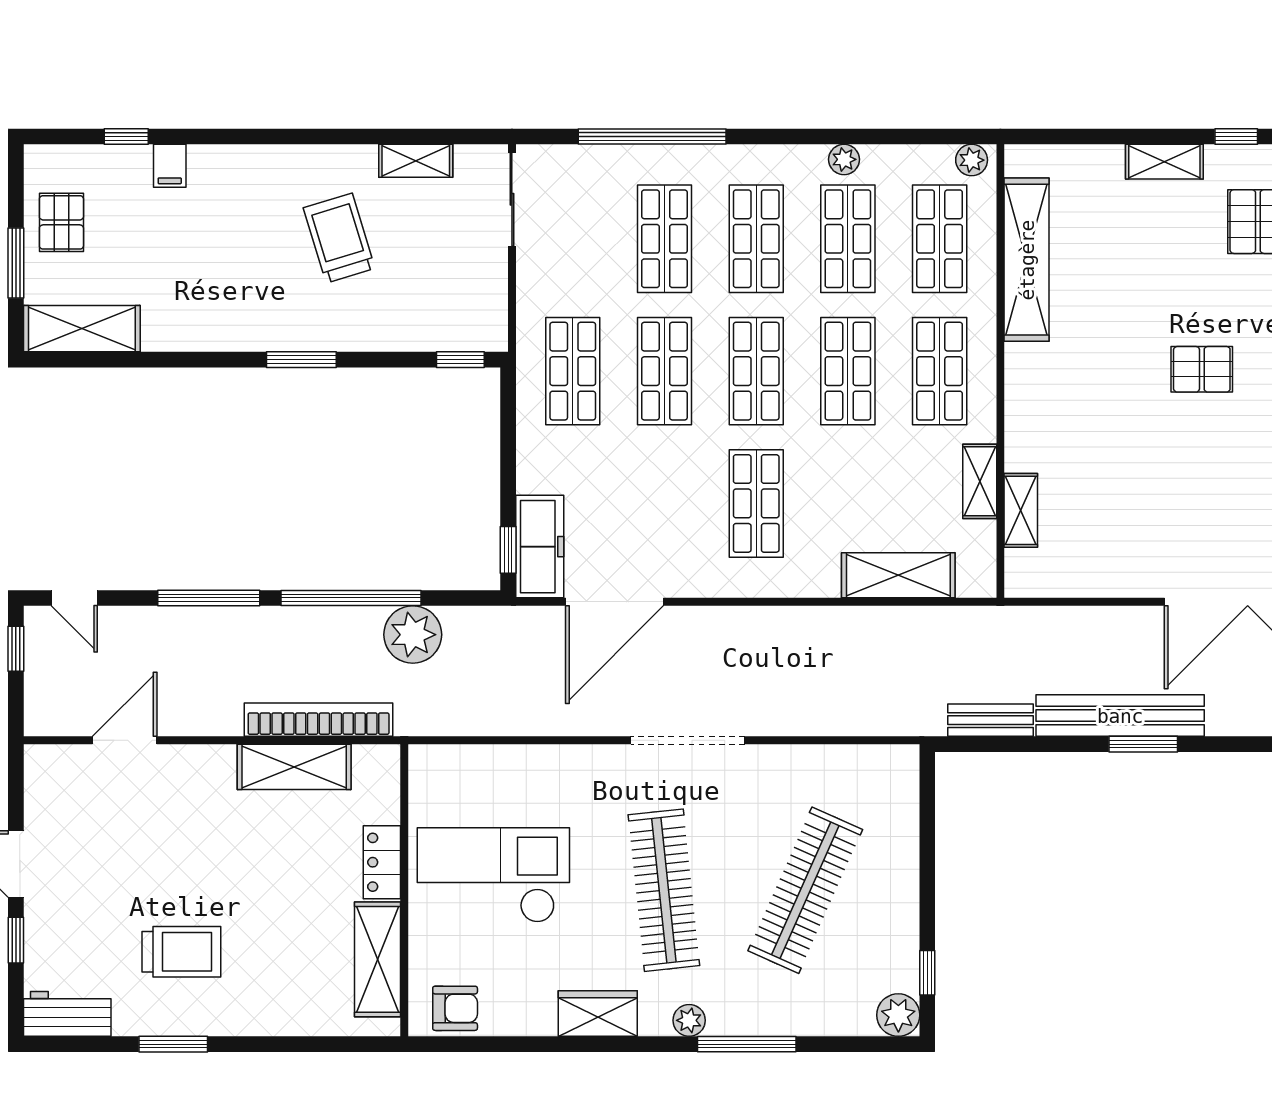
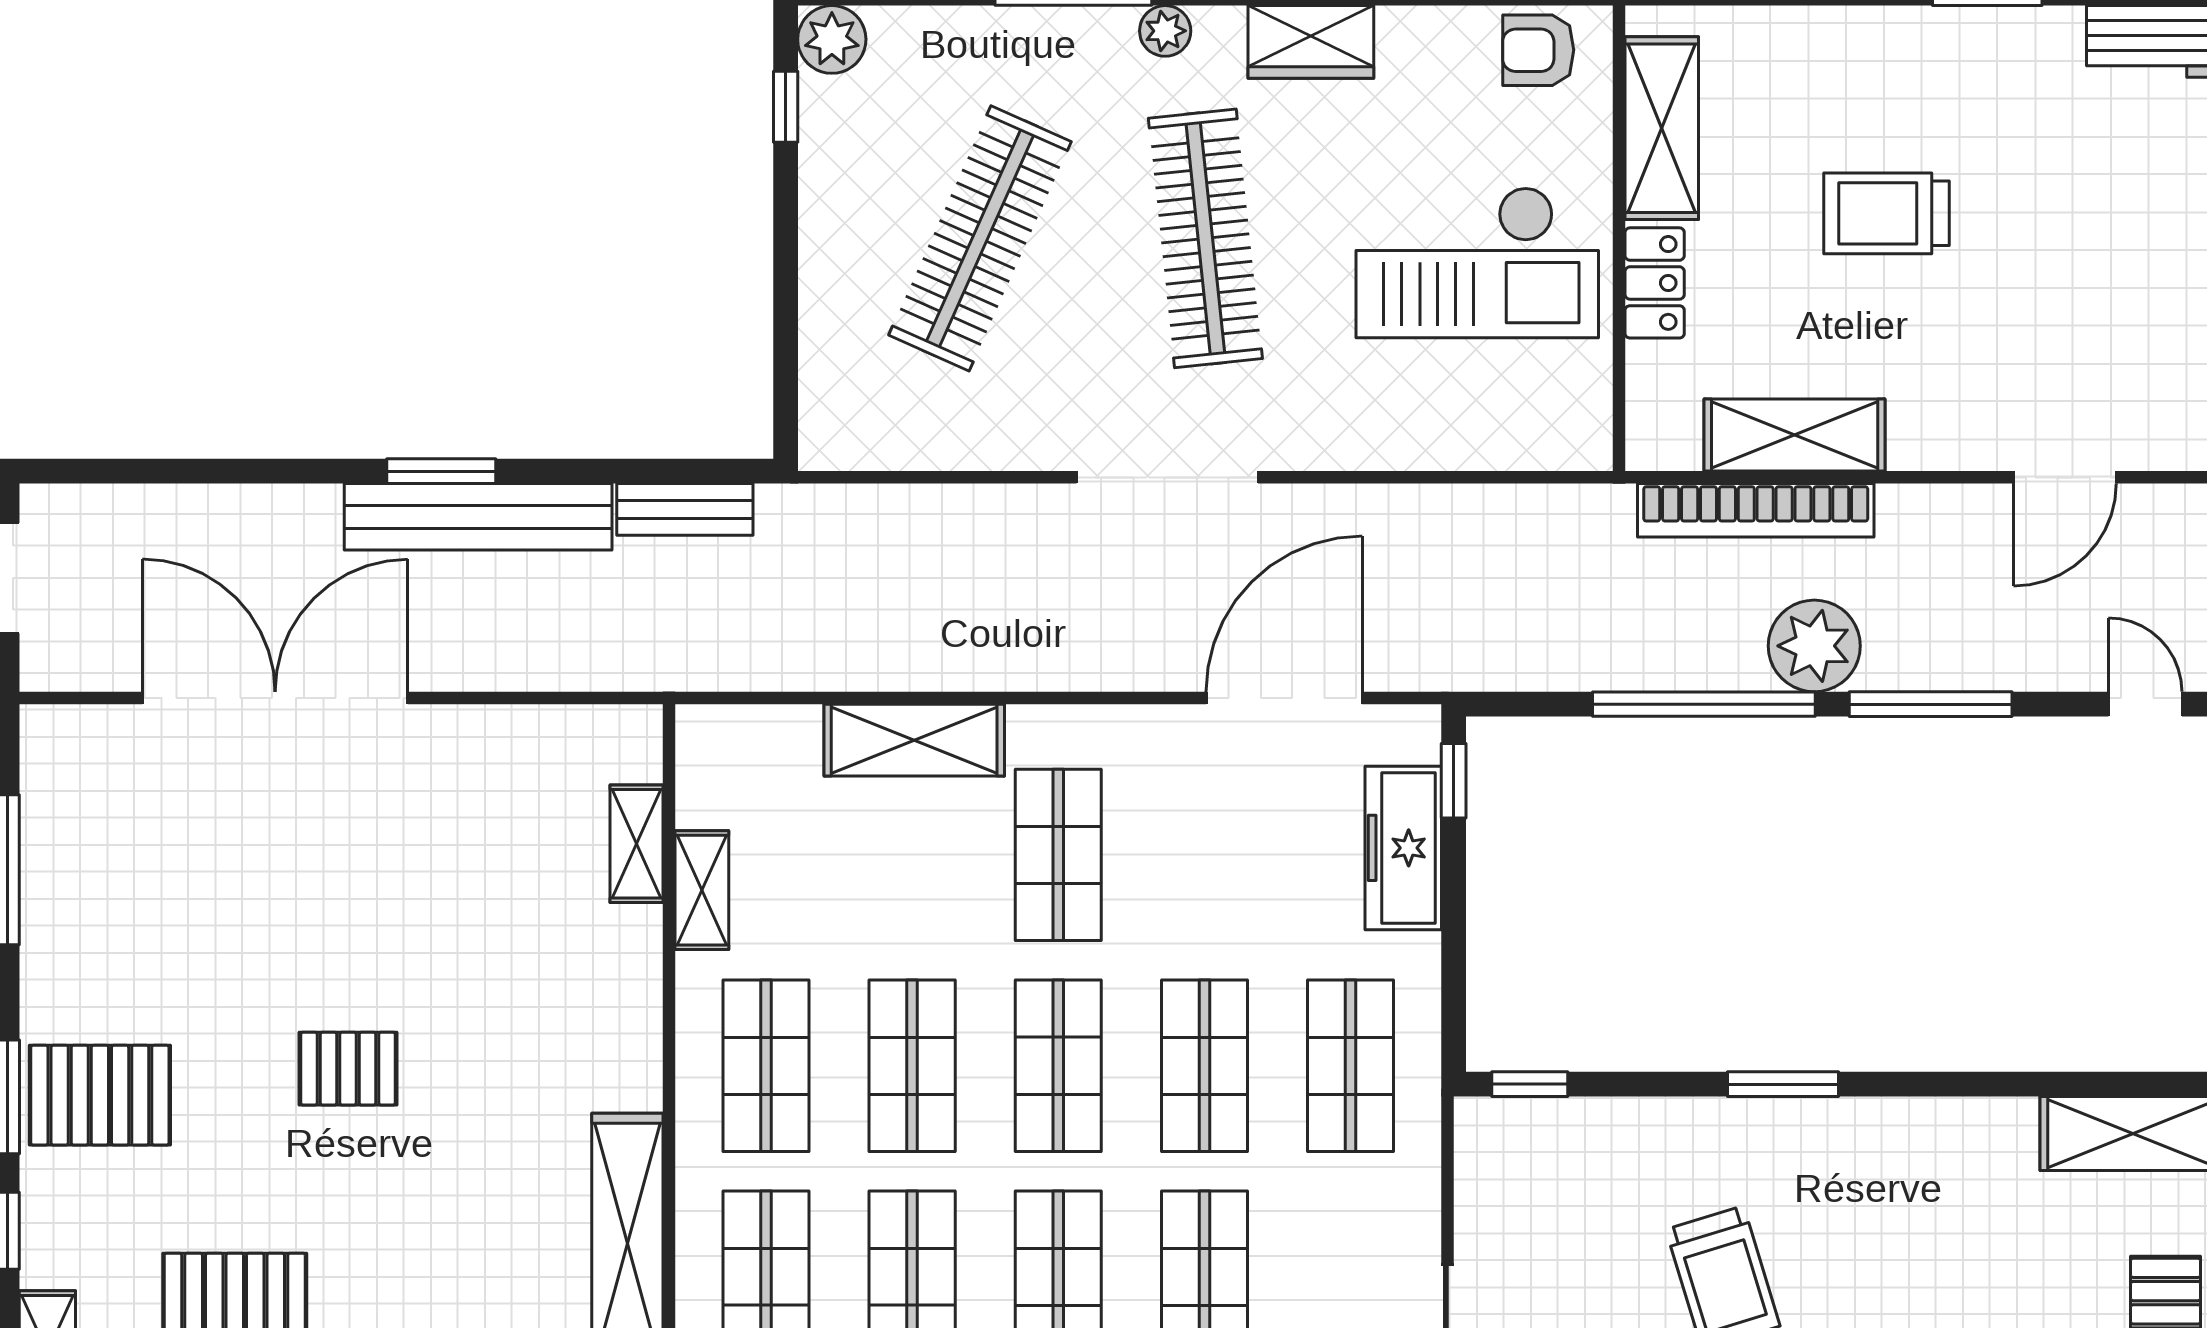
freezer: (540, 547) -> (1403, 848), moved
shelving: (898, 575) -> (914, 740), moved
plant: (413, 635) -> (1814, 646), moved
trolley: (181, 952) -> (1887, 213), moved

